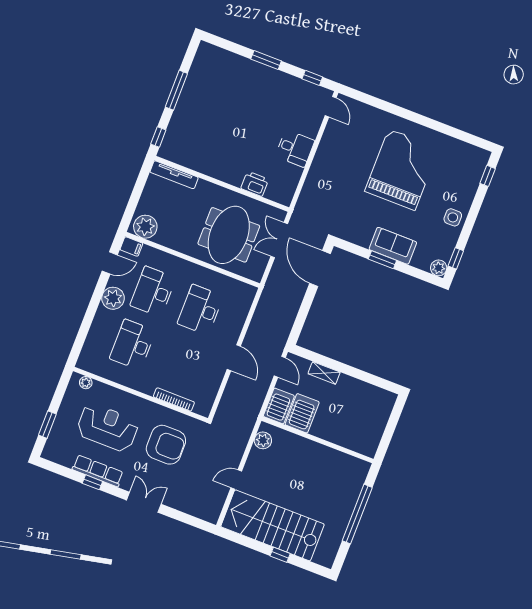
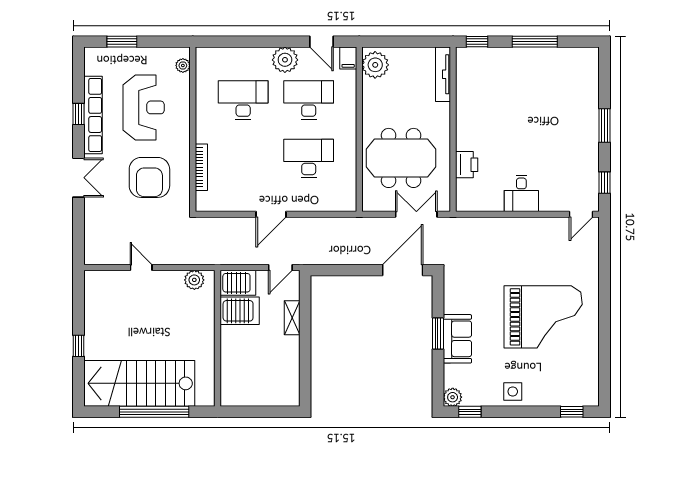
row of seats: (98, 471) -> (93, 115), width x1.36
stairs: (272, 525) -> (139, 383), moved, turned -90

